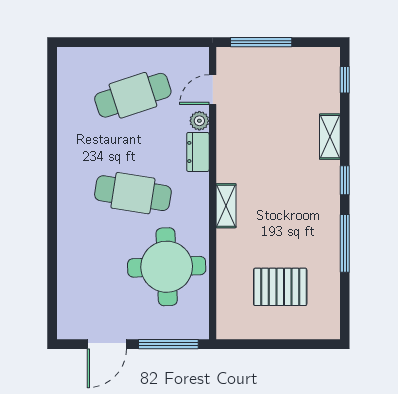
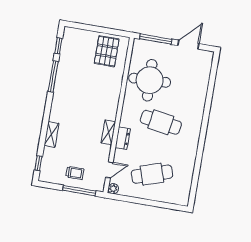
trolley: (275, 73) -> (75, 173), added
plant: (199, 121) -> (113, 189), moved
window: (345, 180) -> (58, 46), moved
shelving: (226, 206) -> (108, 132), moved
pallet: (280, 287) -> (107, 51), moved, turned 90

